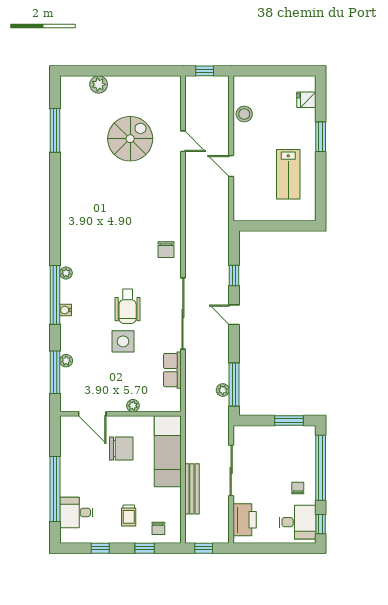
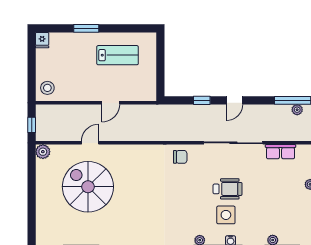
plant: (99, 84) -> (43, 152), moved
fridge: (306, 100) -> (42, 40), moved
stool: (244, 114) -> (47, 88), moved
spiral stairs: (130, 139) -> (88, 187), width x1.37, depth x1.37
side table: (123, 341) -> (226, 215), moved

